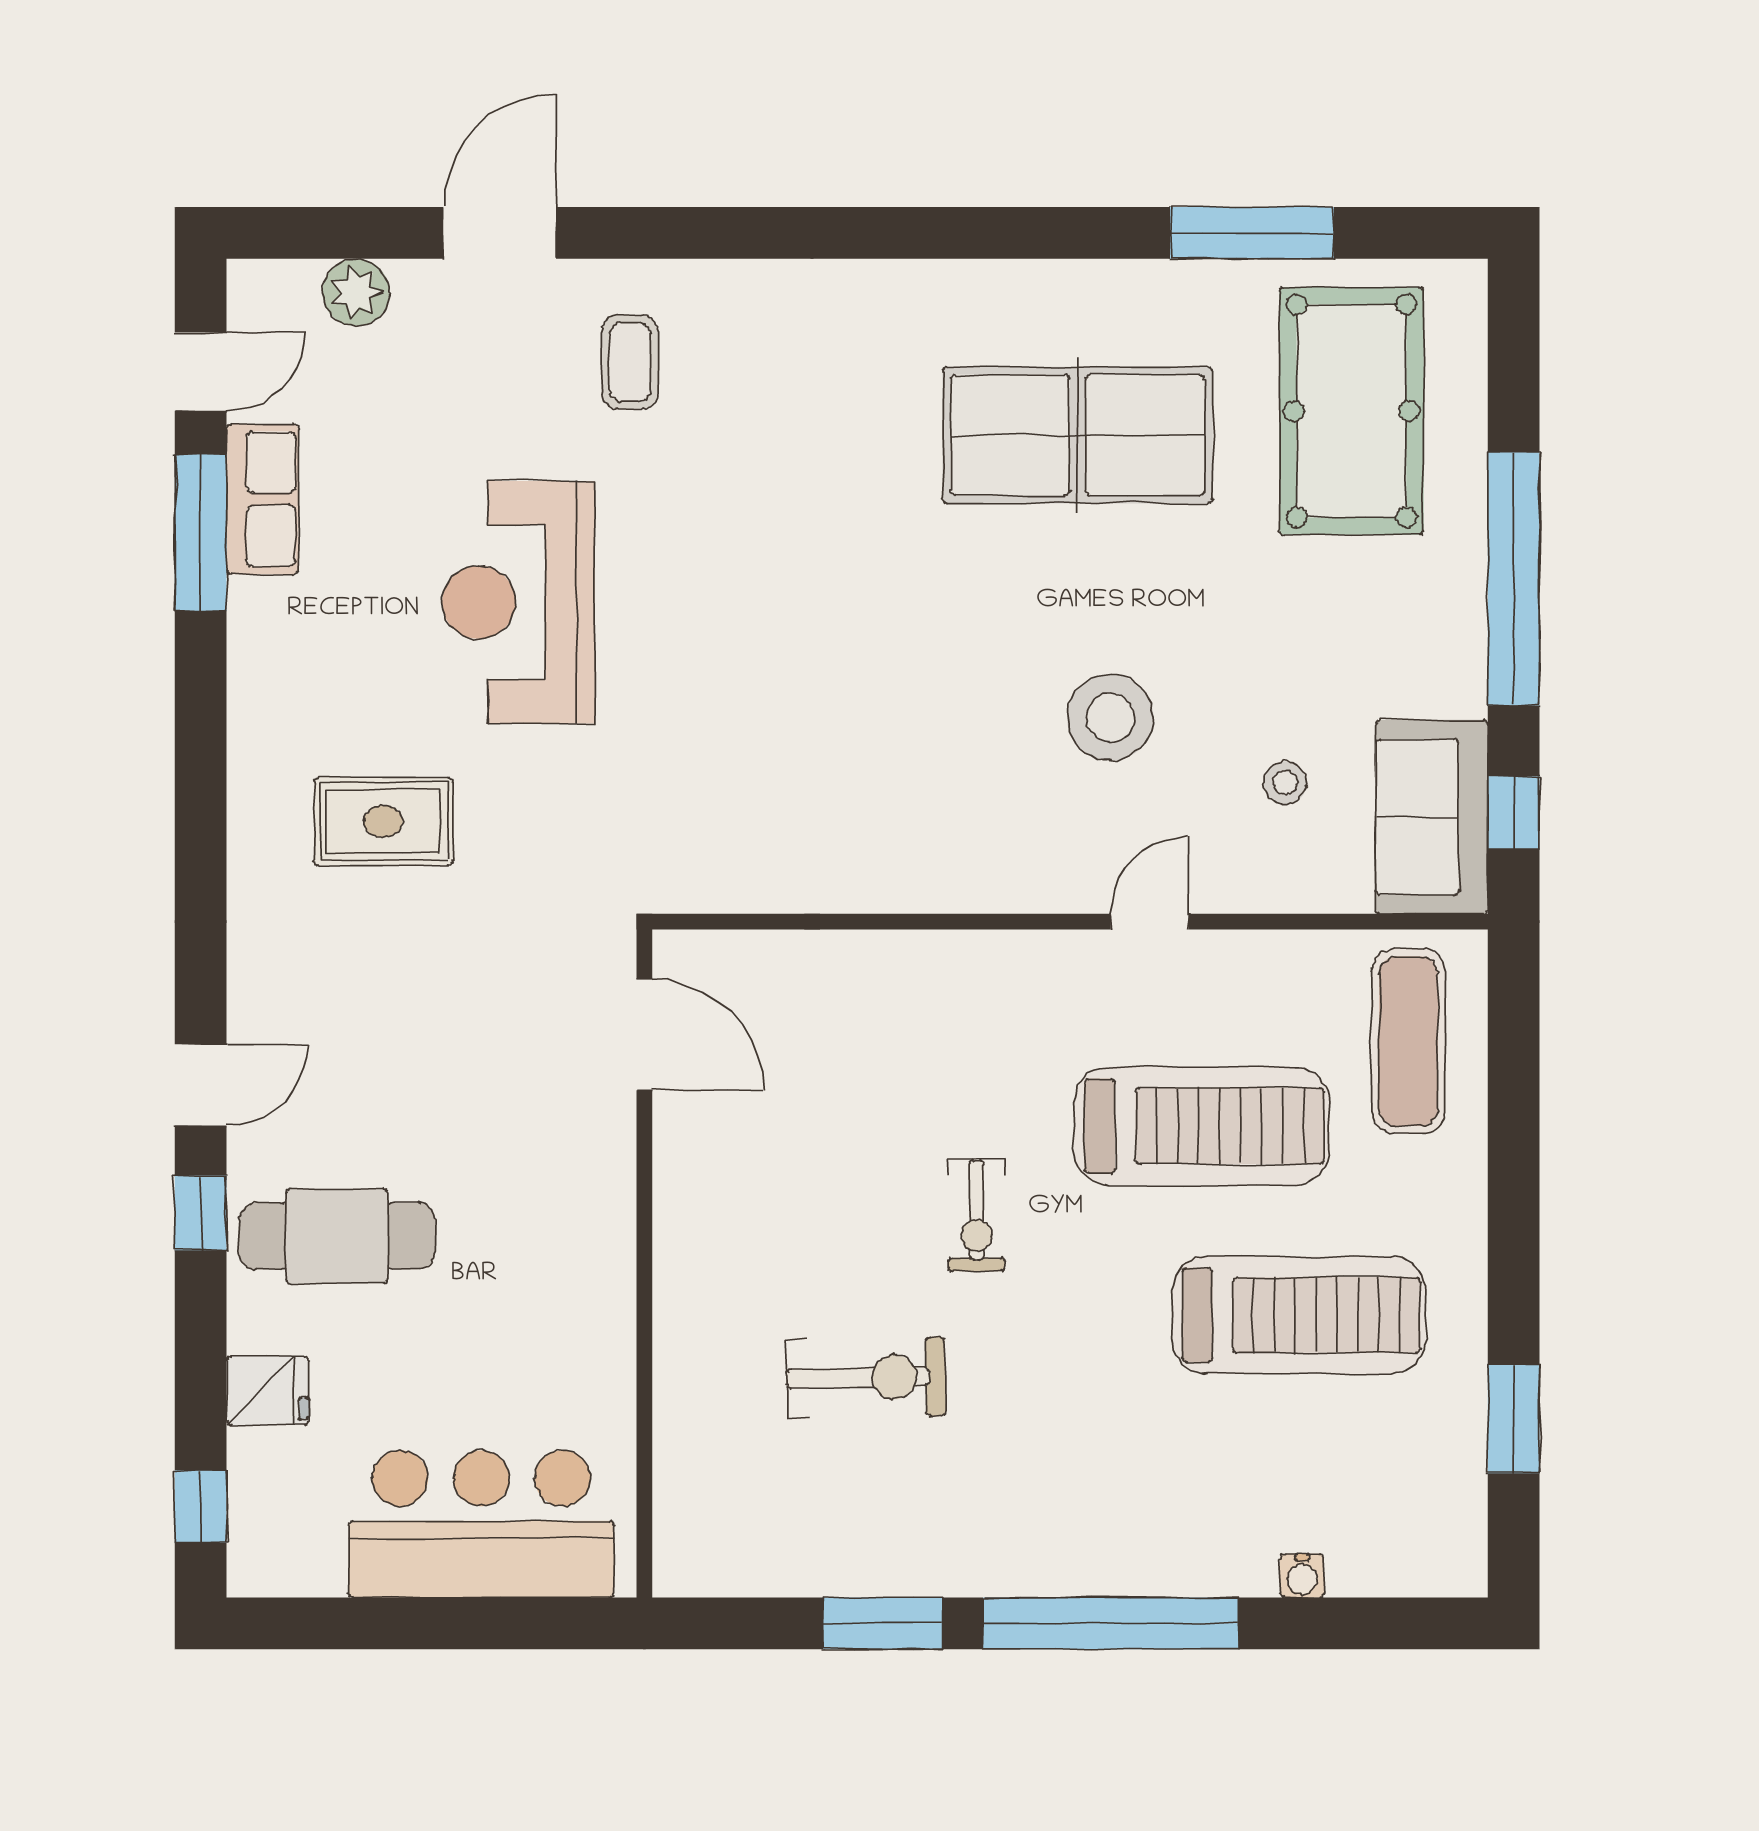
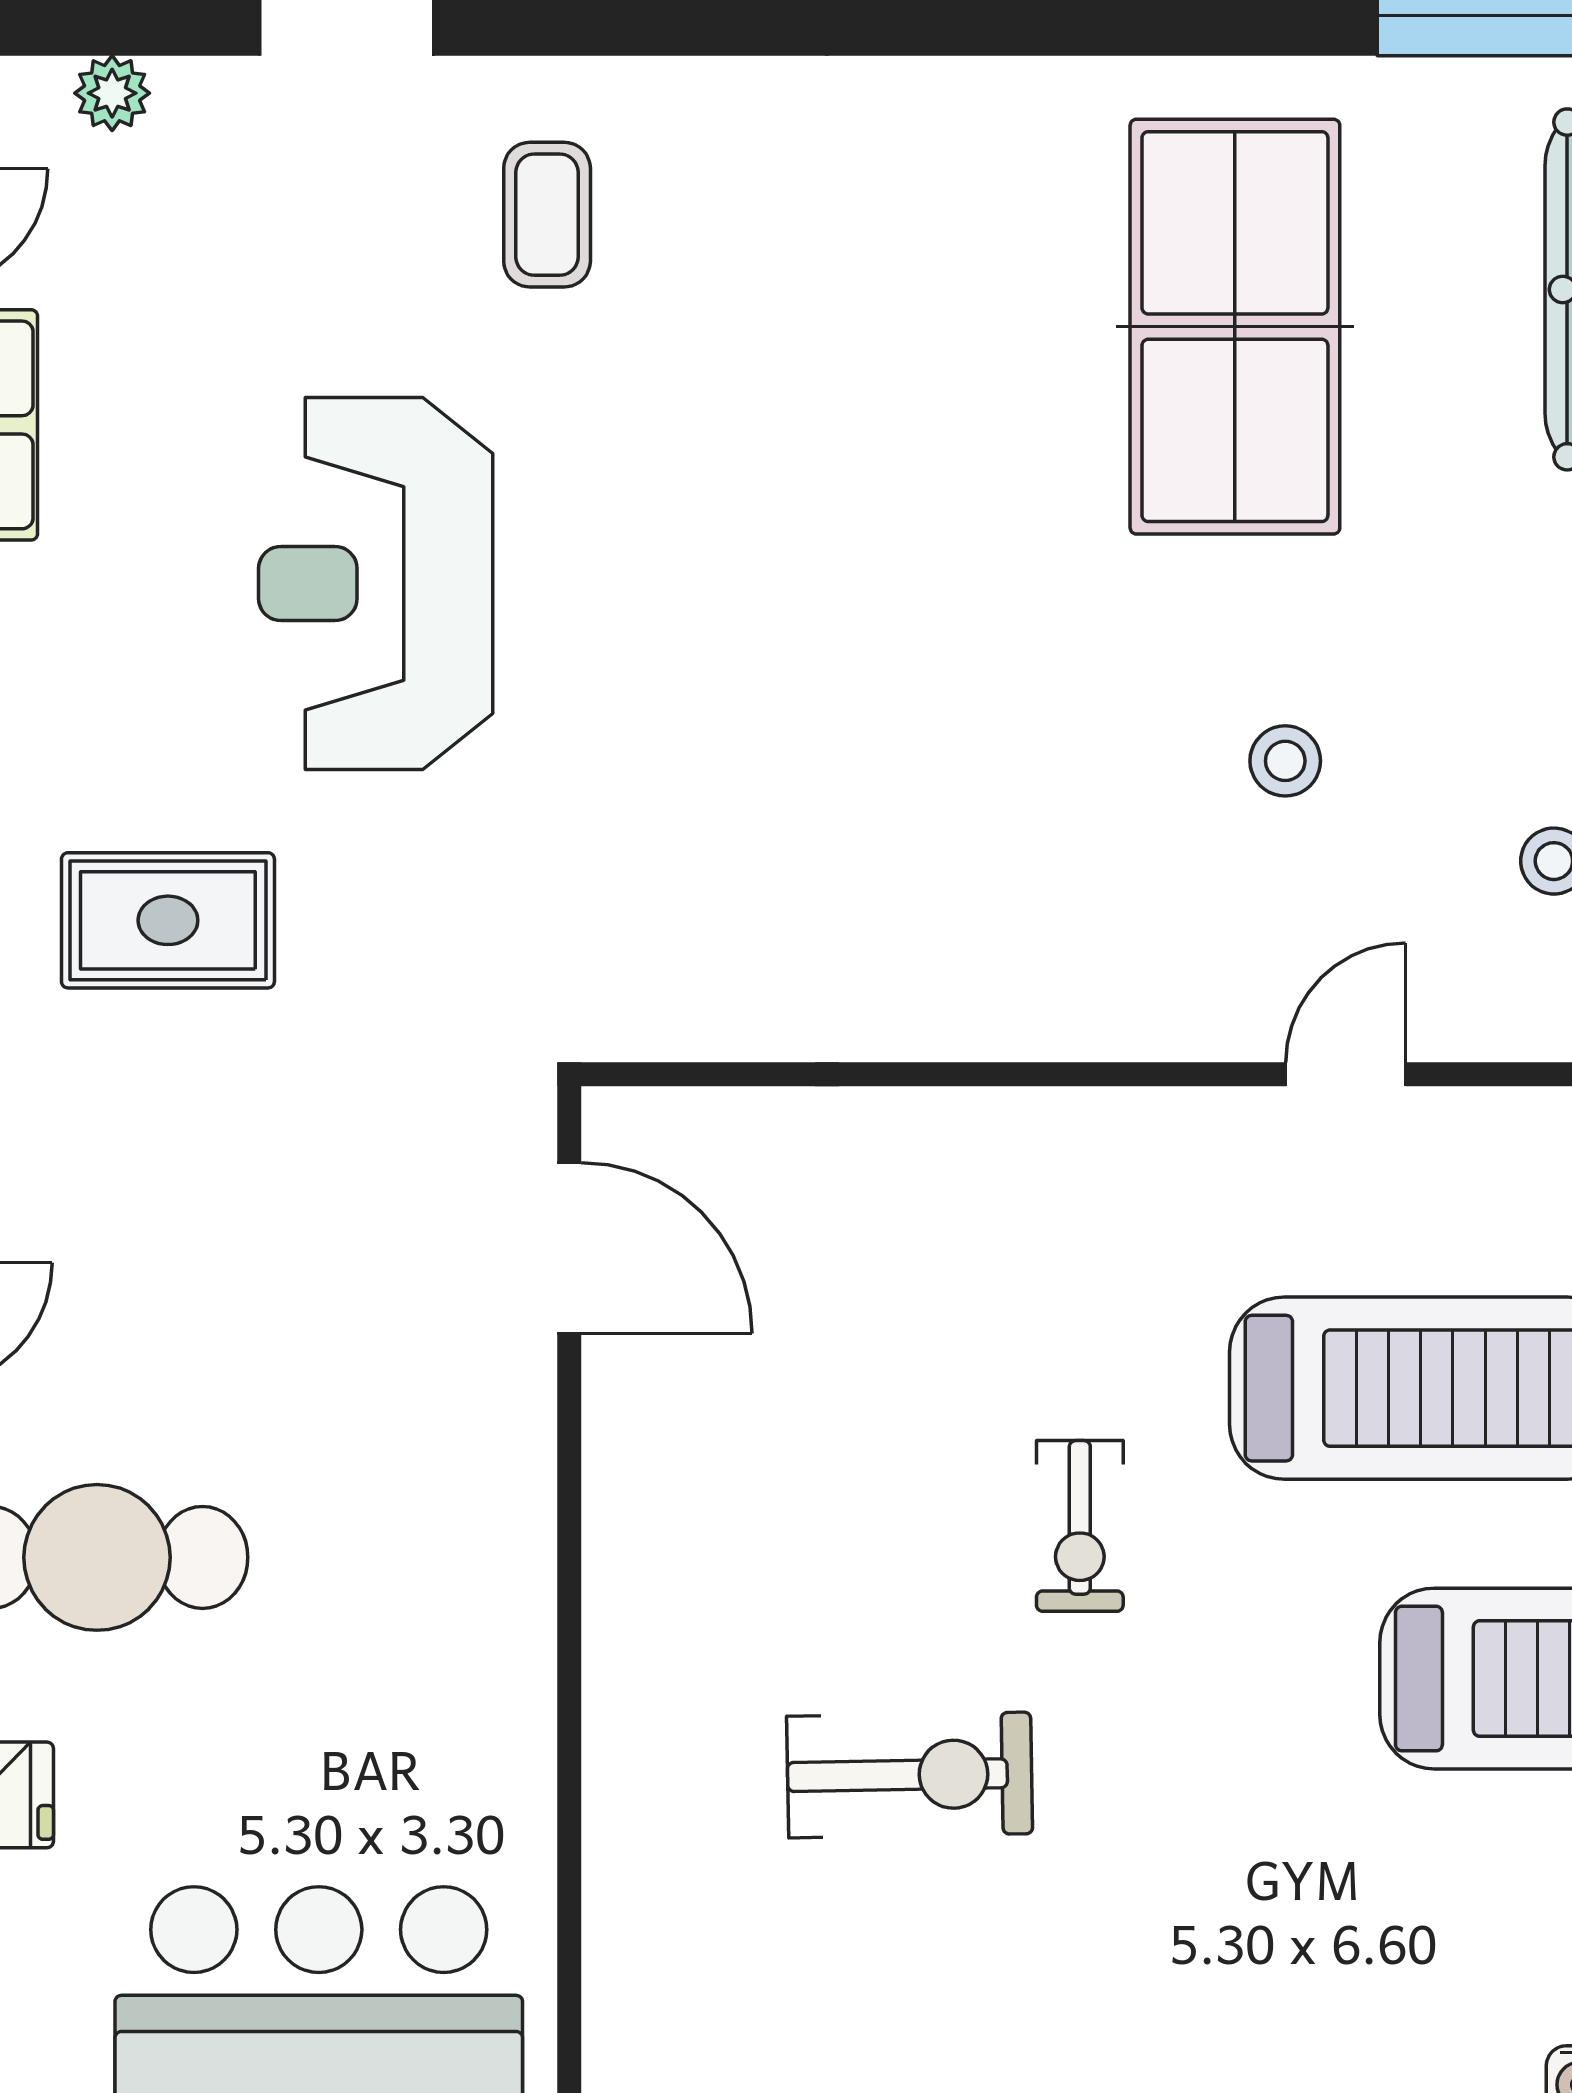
plant: (356, 292) -> (112, 93), width x0.73, depth x0.73
table tennis table: (1078, 435) -> (1235, 327), turned 90
stool: (1110, 718) -> (1285, 761), width x0.53, depth x0.53

